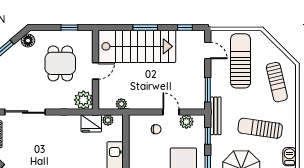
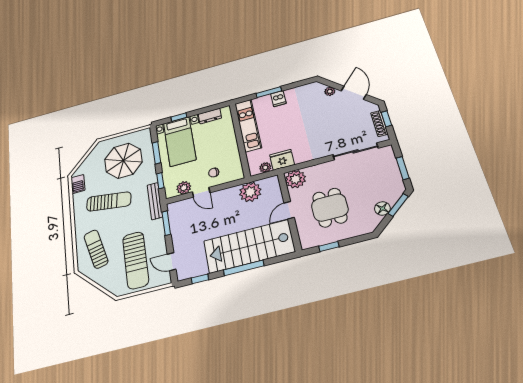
window: (145, 28) -> (244, 268), width x1.44
floor lamp: (28, 41) -> (382, 208), moved
plant: (121, 104) -> (250, 192), width x1.88, depth x1.88

